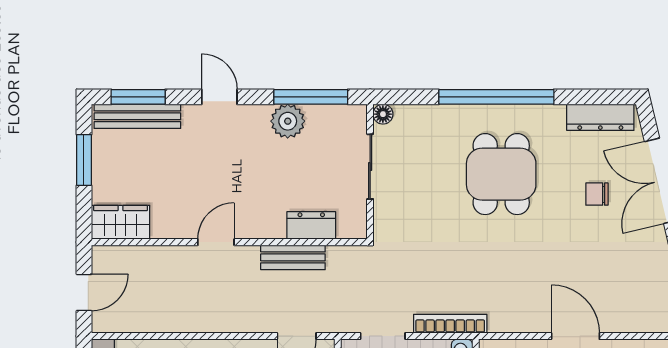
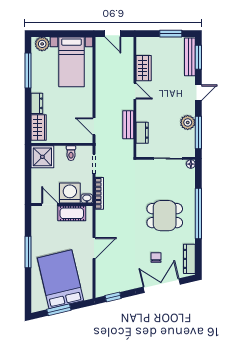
wardrobe: (120, 222) -> (144, 68), moved

